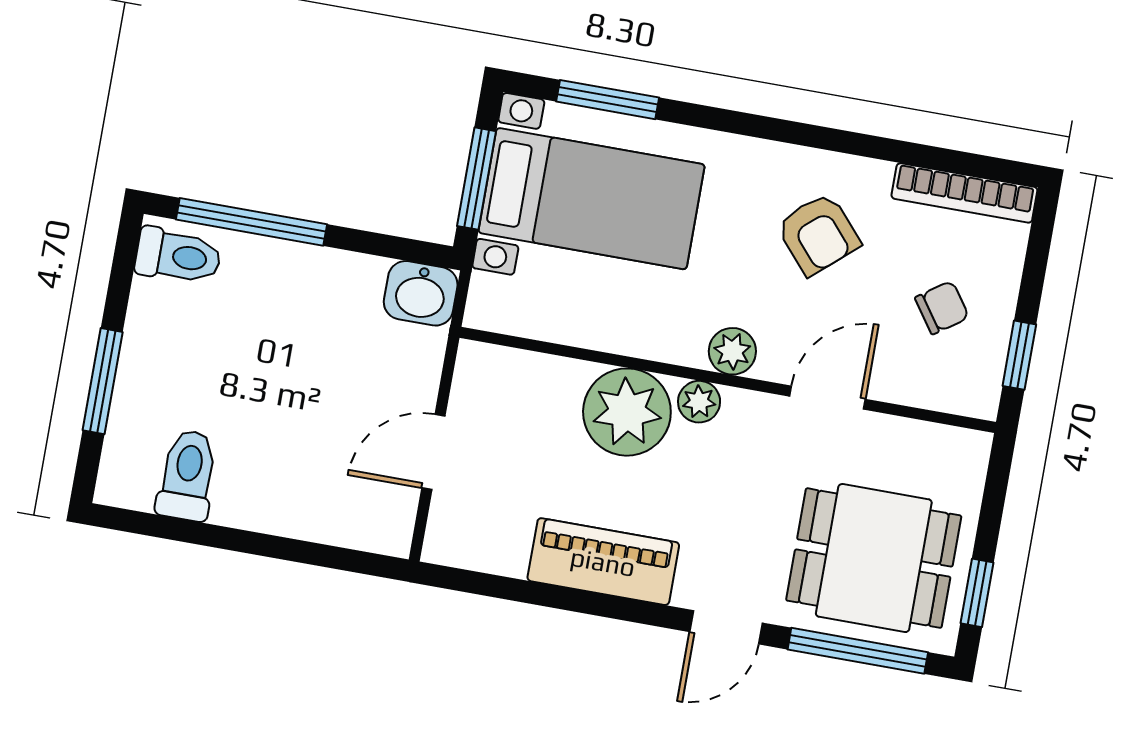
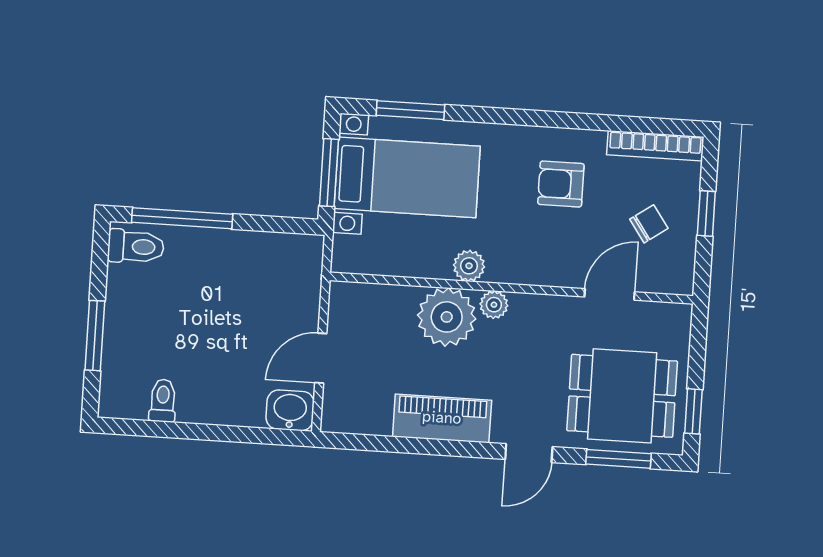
armchair: (818, 234) -> (561, 184), turned 131
washbasin: (421, 293) -> (290, 410), moved, turned 180
plant: (732, 351) -> (469, 266), moved
window: (1019, 355) -> (706, 213), moved
door: (828, 398) -> (610, 294), moved
toilet: (187, 475) -> (163, 401), width x0.73, depth x0.72
window: (858, 651) -> (618, 459), width x0.69

